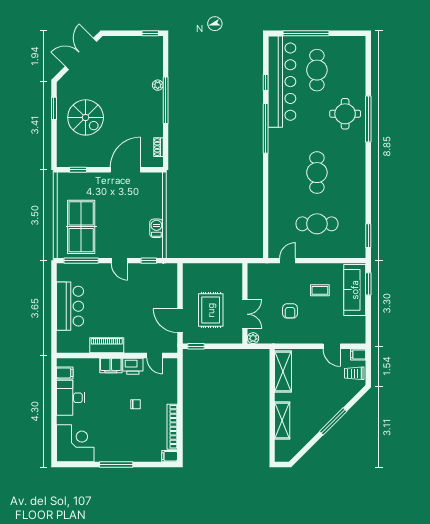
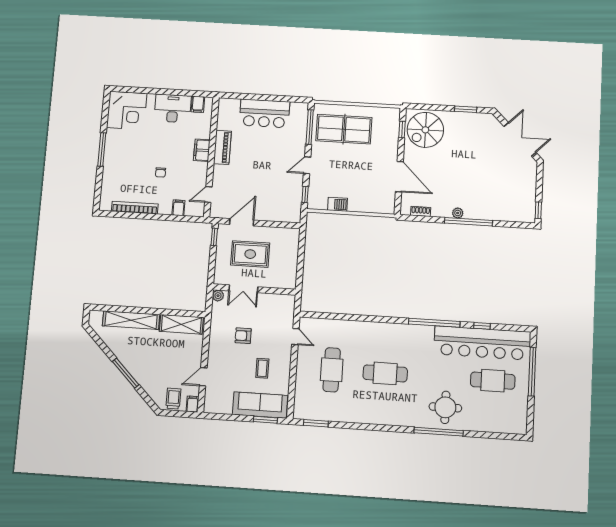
plant: (158, 85) -> (458, 213), moved
spiral stairs: (86, 117) -> (425, 130), moved
printer: (133, 366) -> (199, 172), removed
shelving: (282, 421) -> (131, 320), width x1.47
filing cabinet: (170, 456) -> (178, 208), moved

